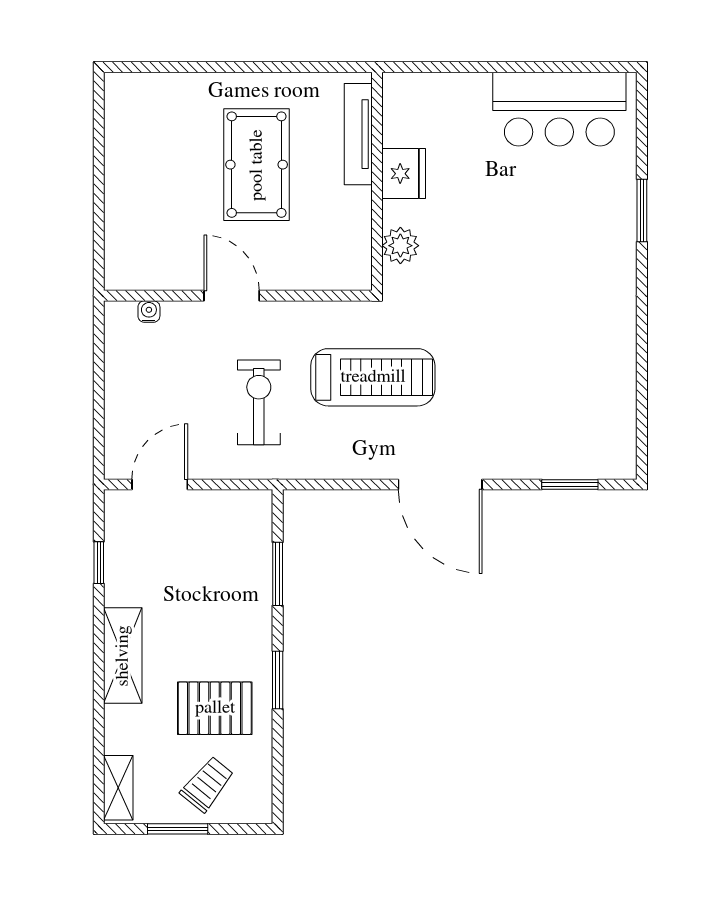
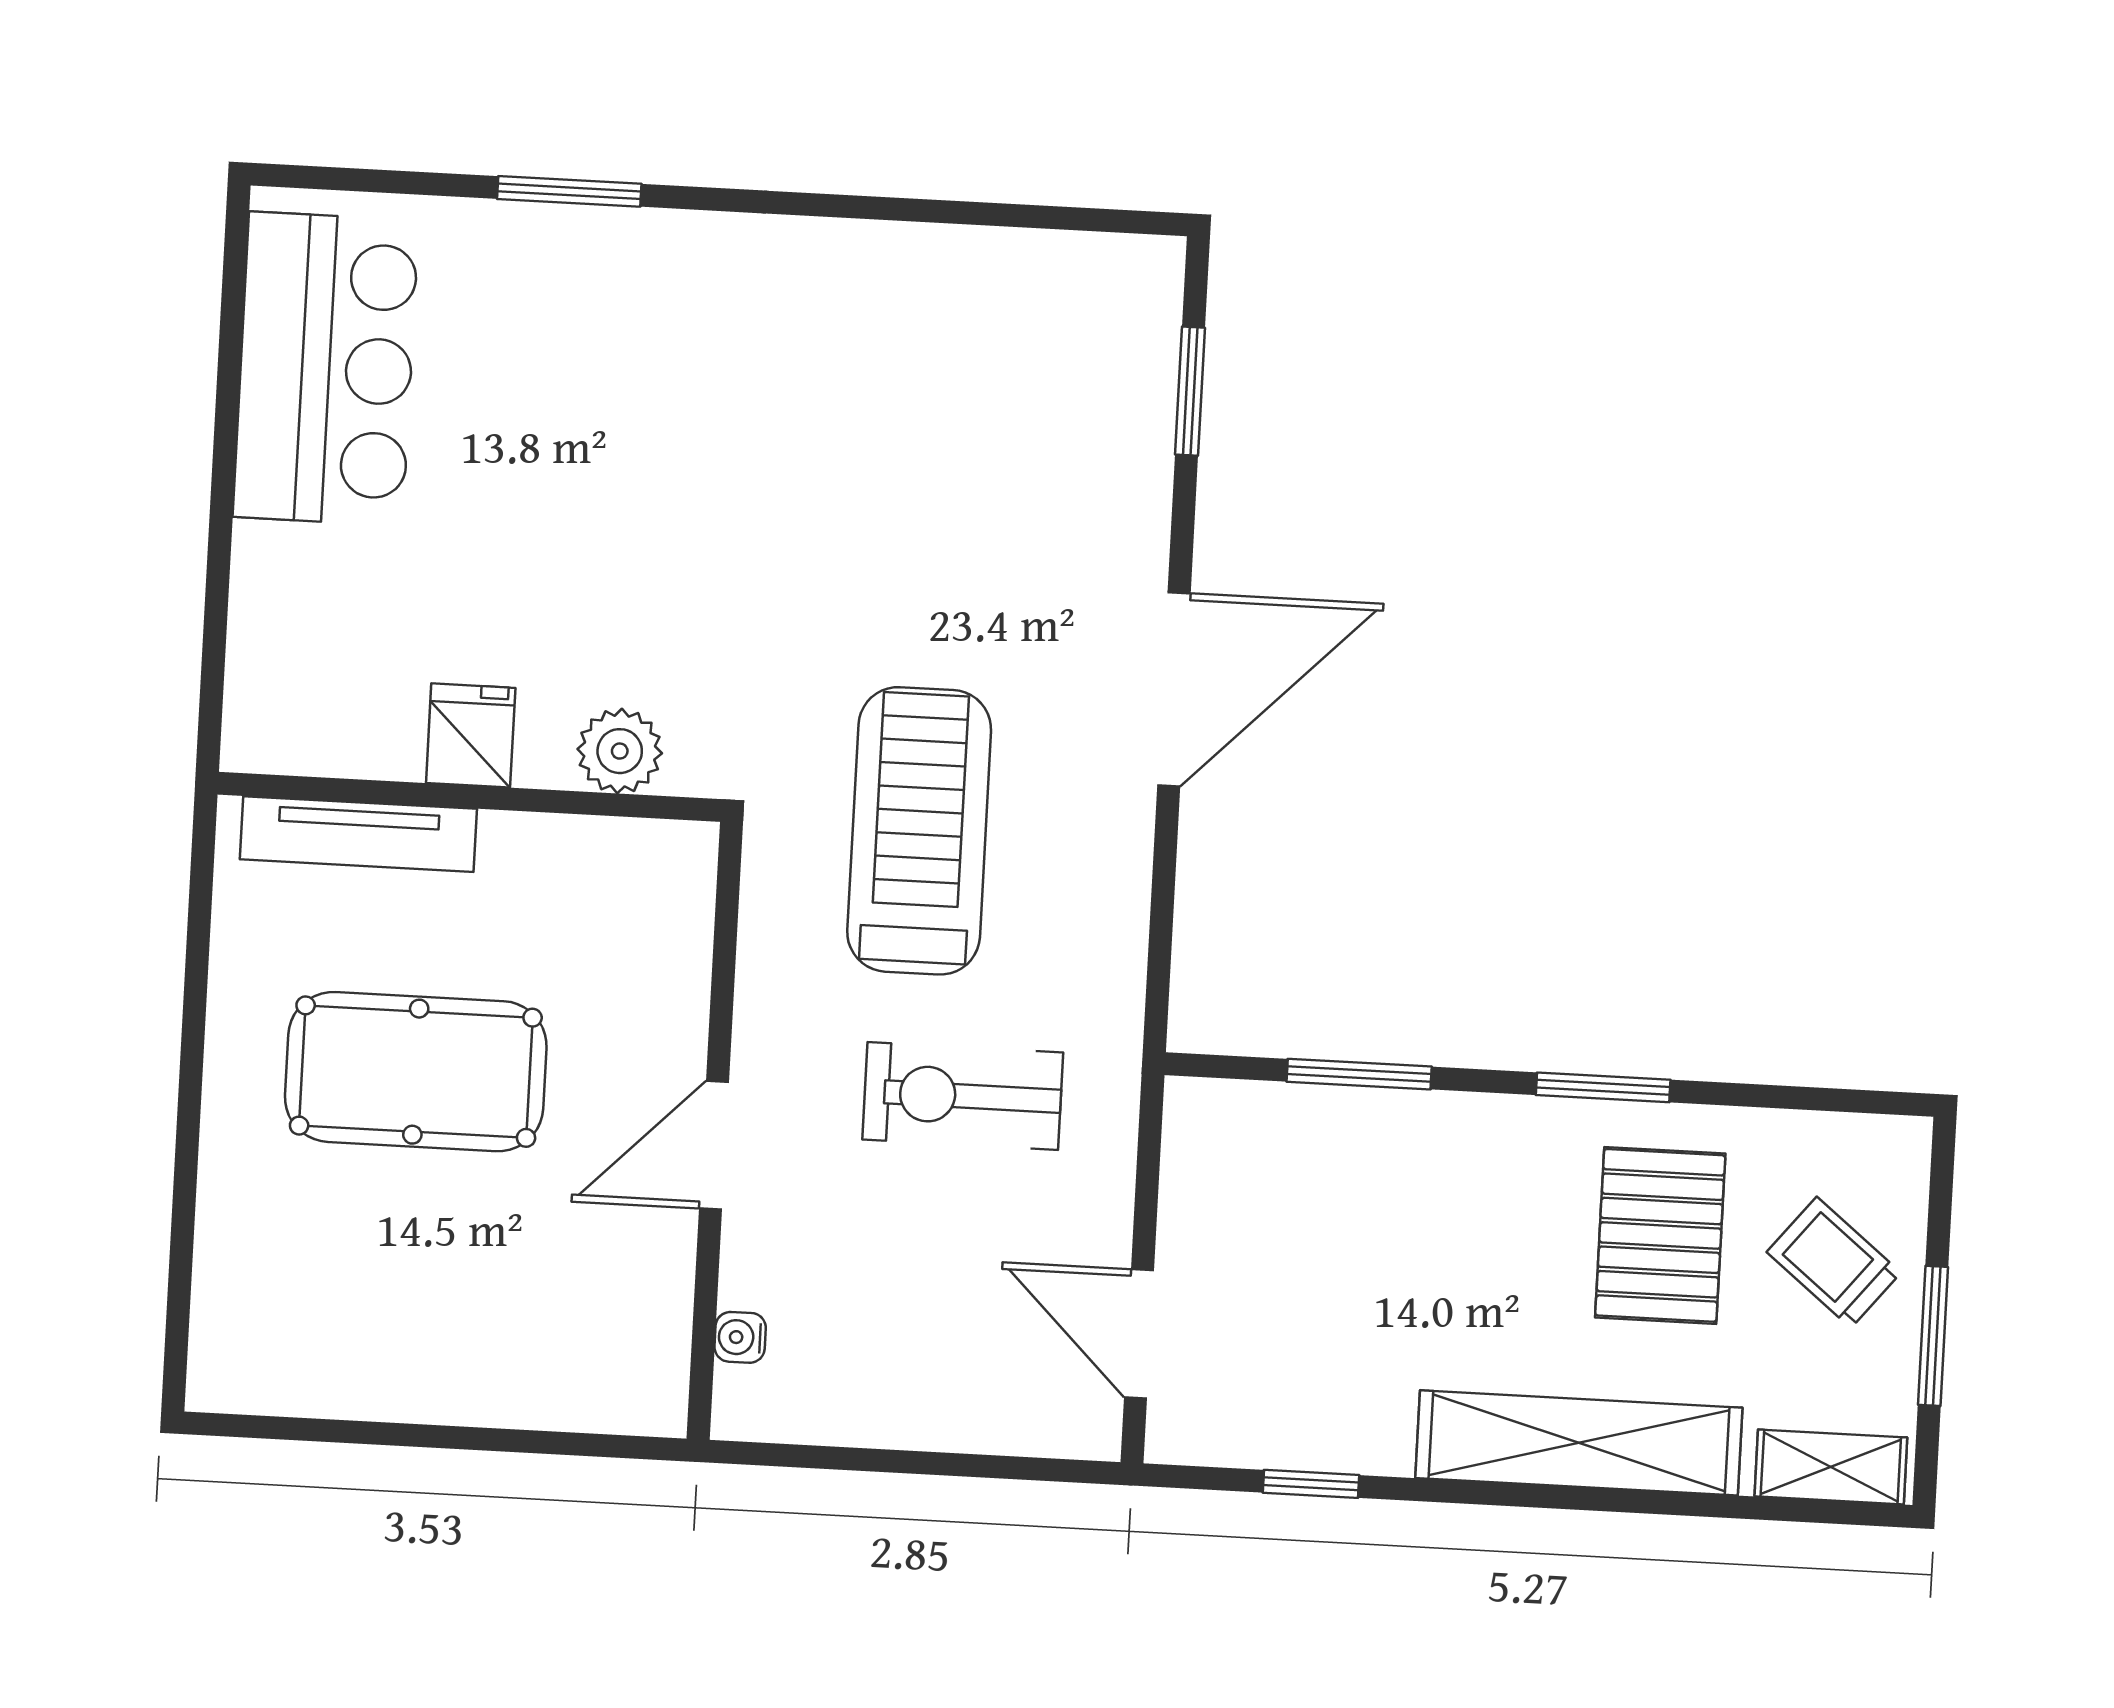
fridge: (404, 174) -> (471, 735), width x0.72
shelving: (123, 656) -> (1579, 1443), width x1.47

